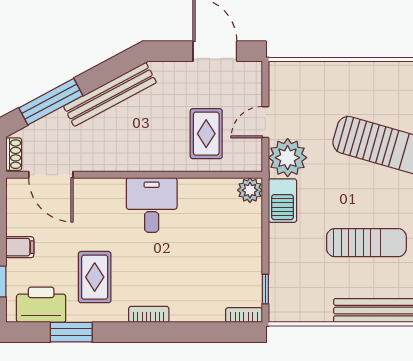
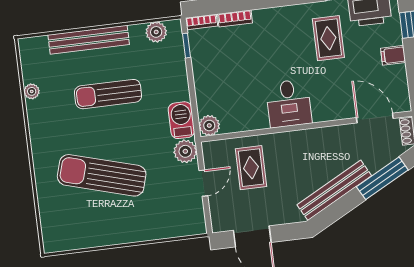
plant: (288, 158) -> (185, 151), width x0.73, depth x0.73
plant: (300, 310) -> (156, 32), added
bookcase: (149, 314) -> (235, 18), moved

